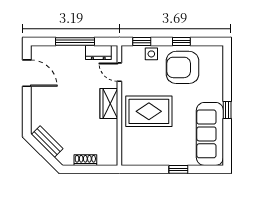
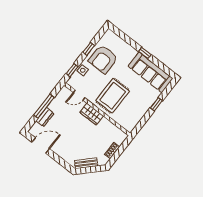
dresser: (98, 52) -> (45, 117), moved

